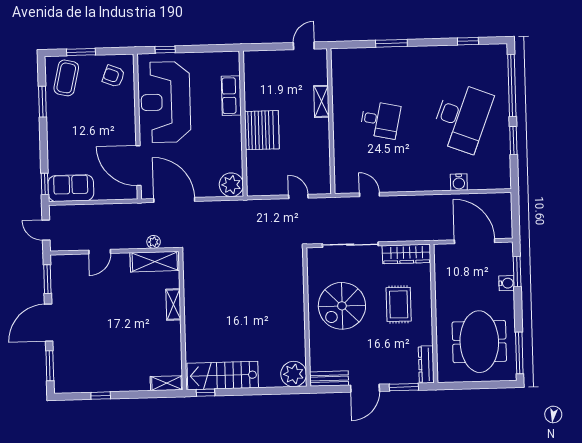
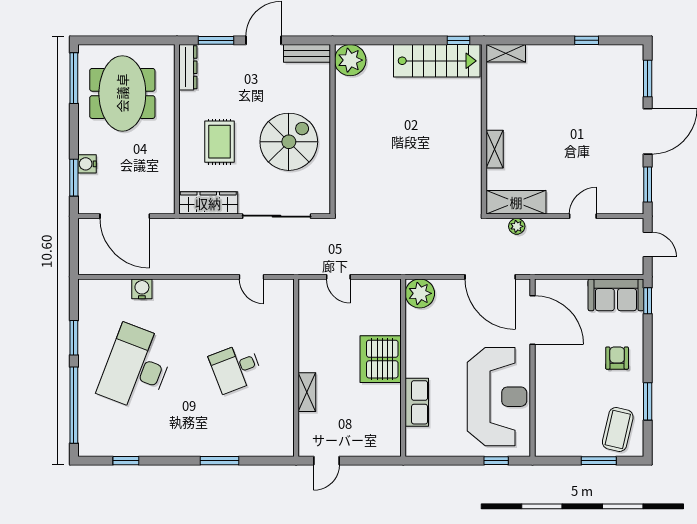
armchair: (114, 76) -> (617, 358), moved, turned -111
desk: (380, 120) -> (236, 368), turned -33

